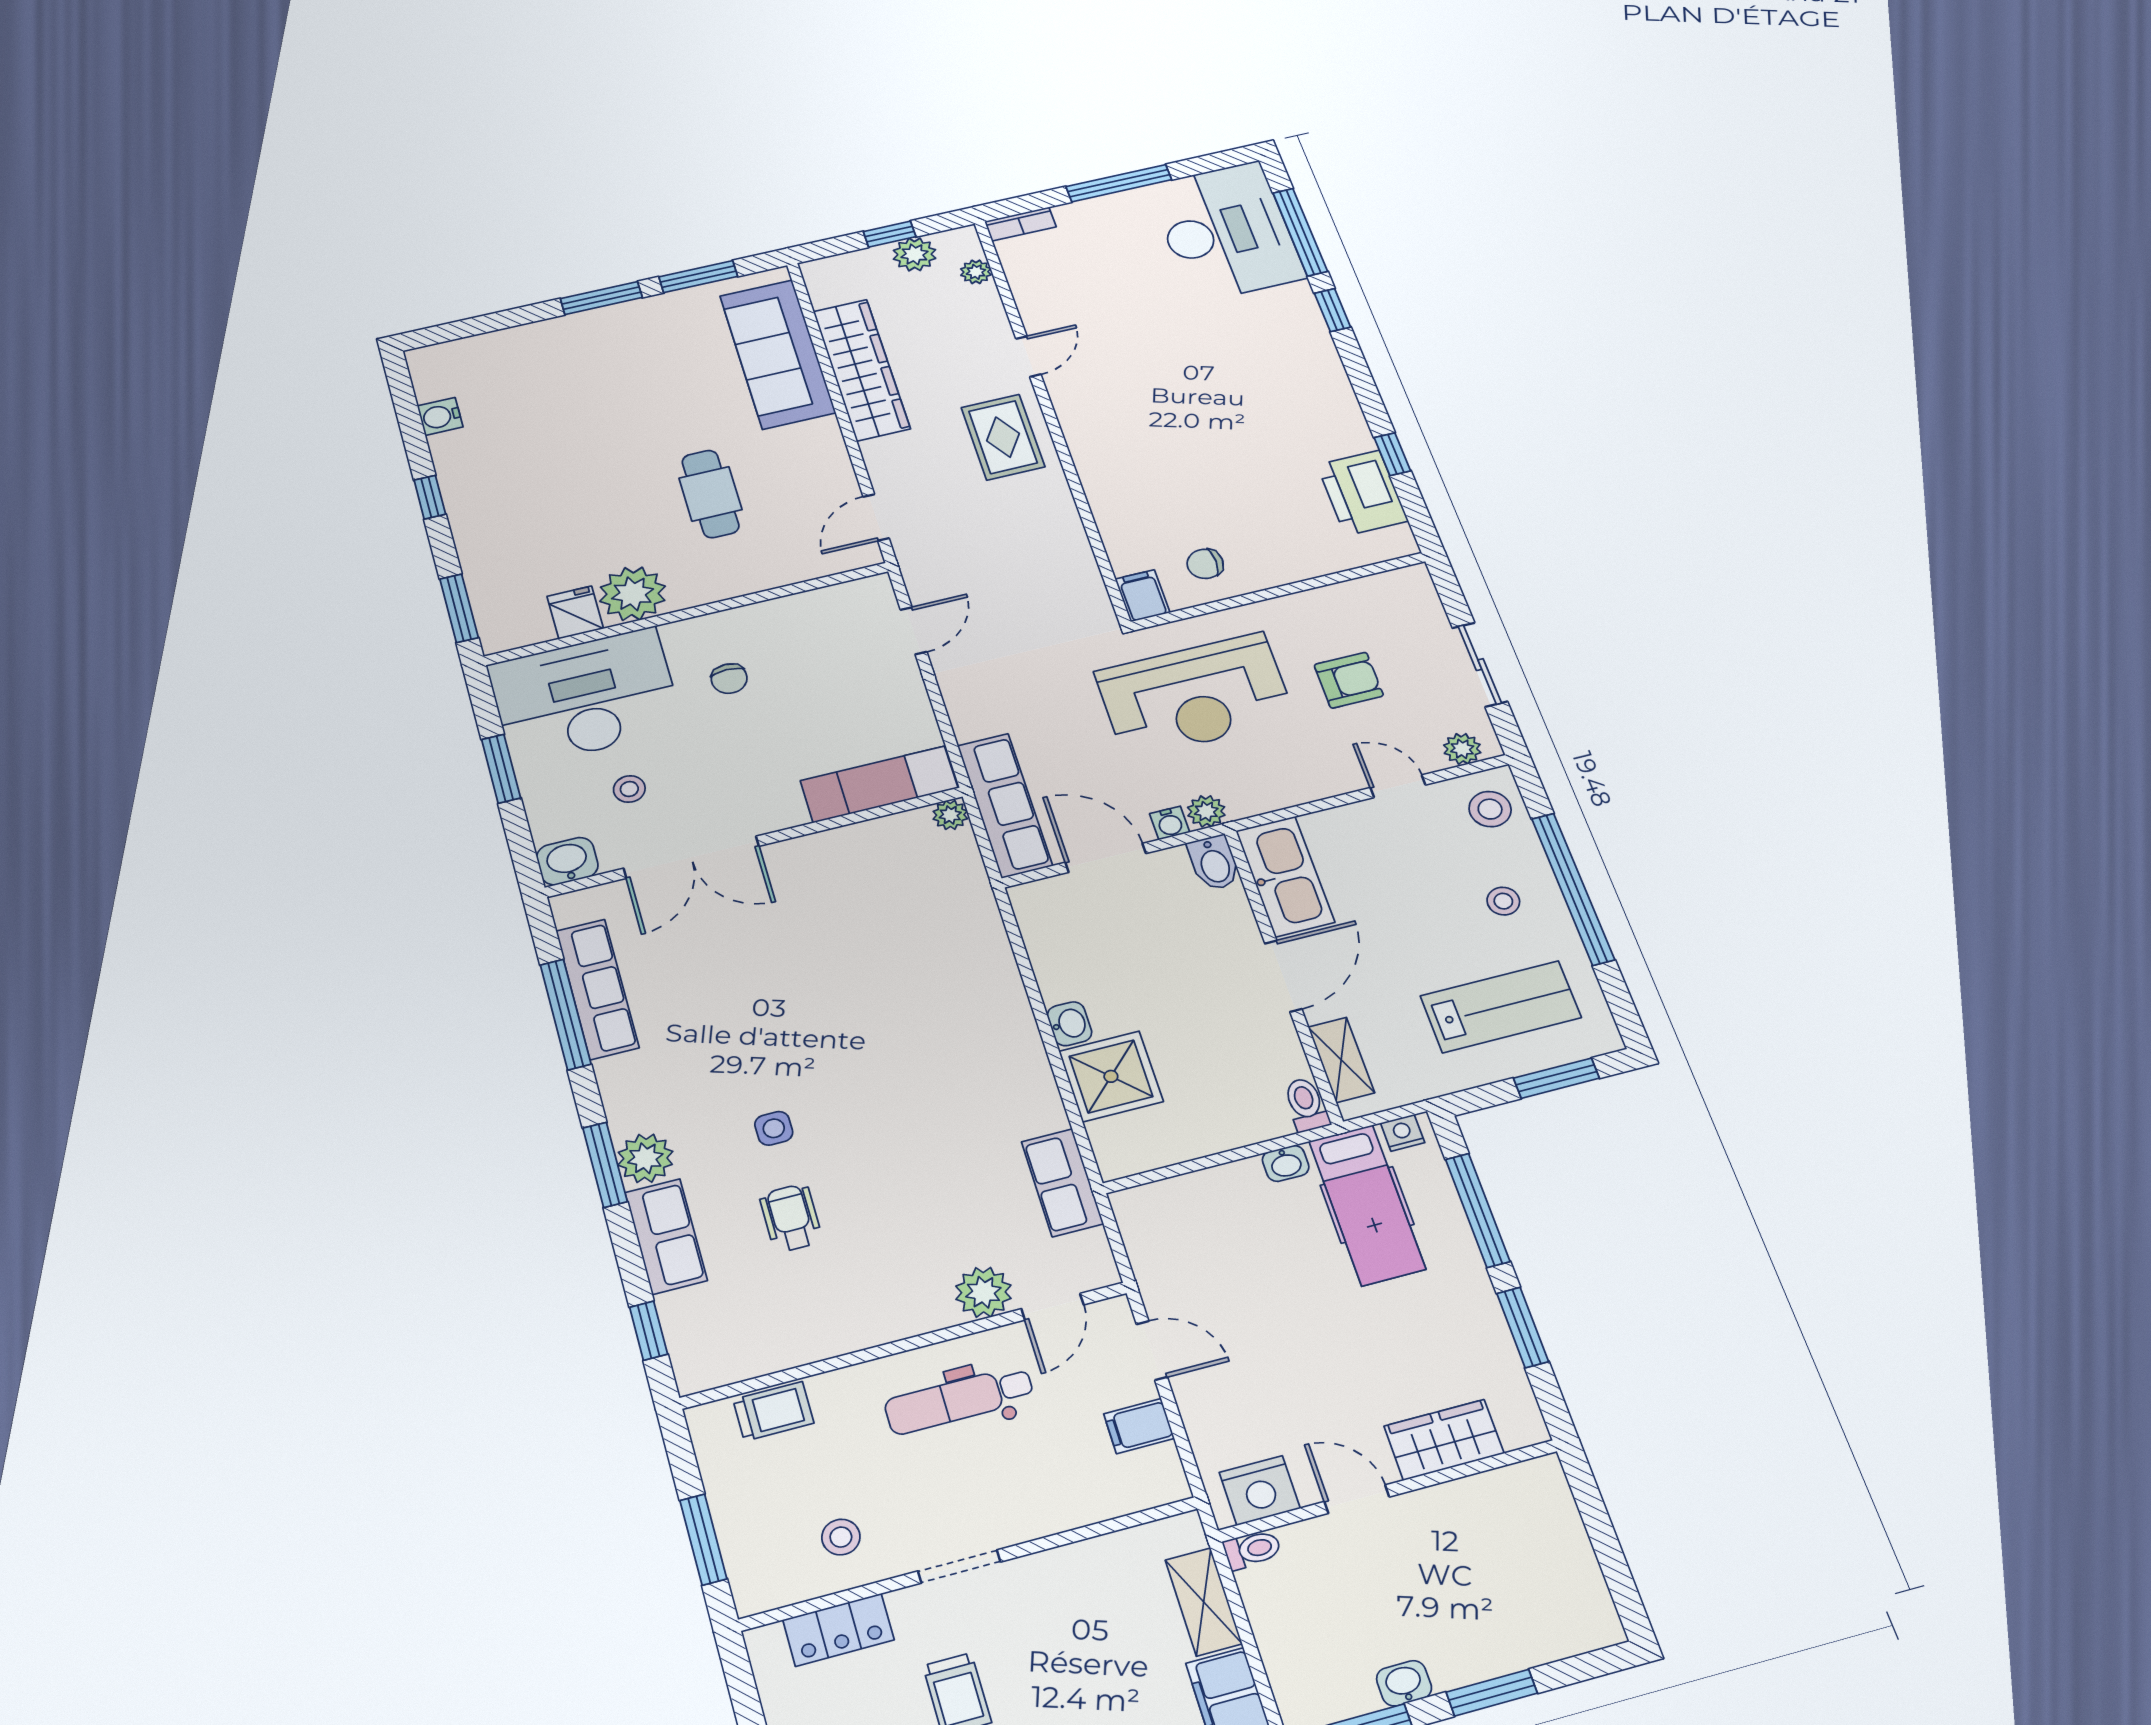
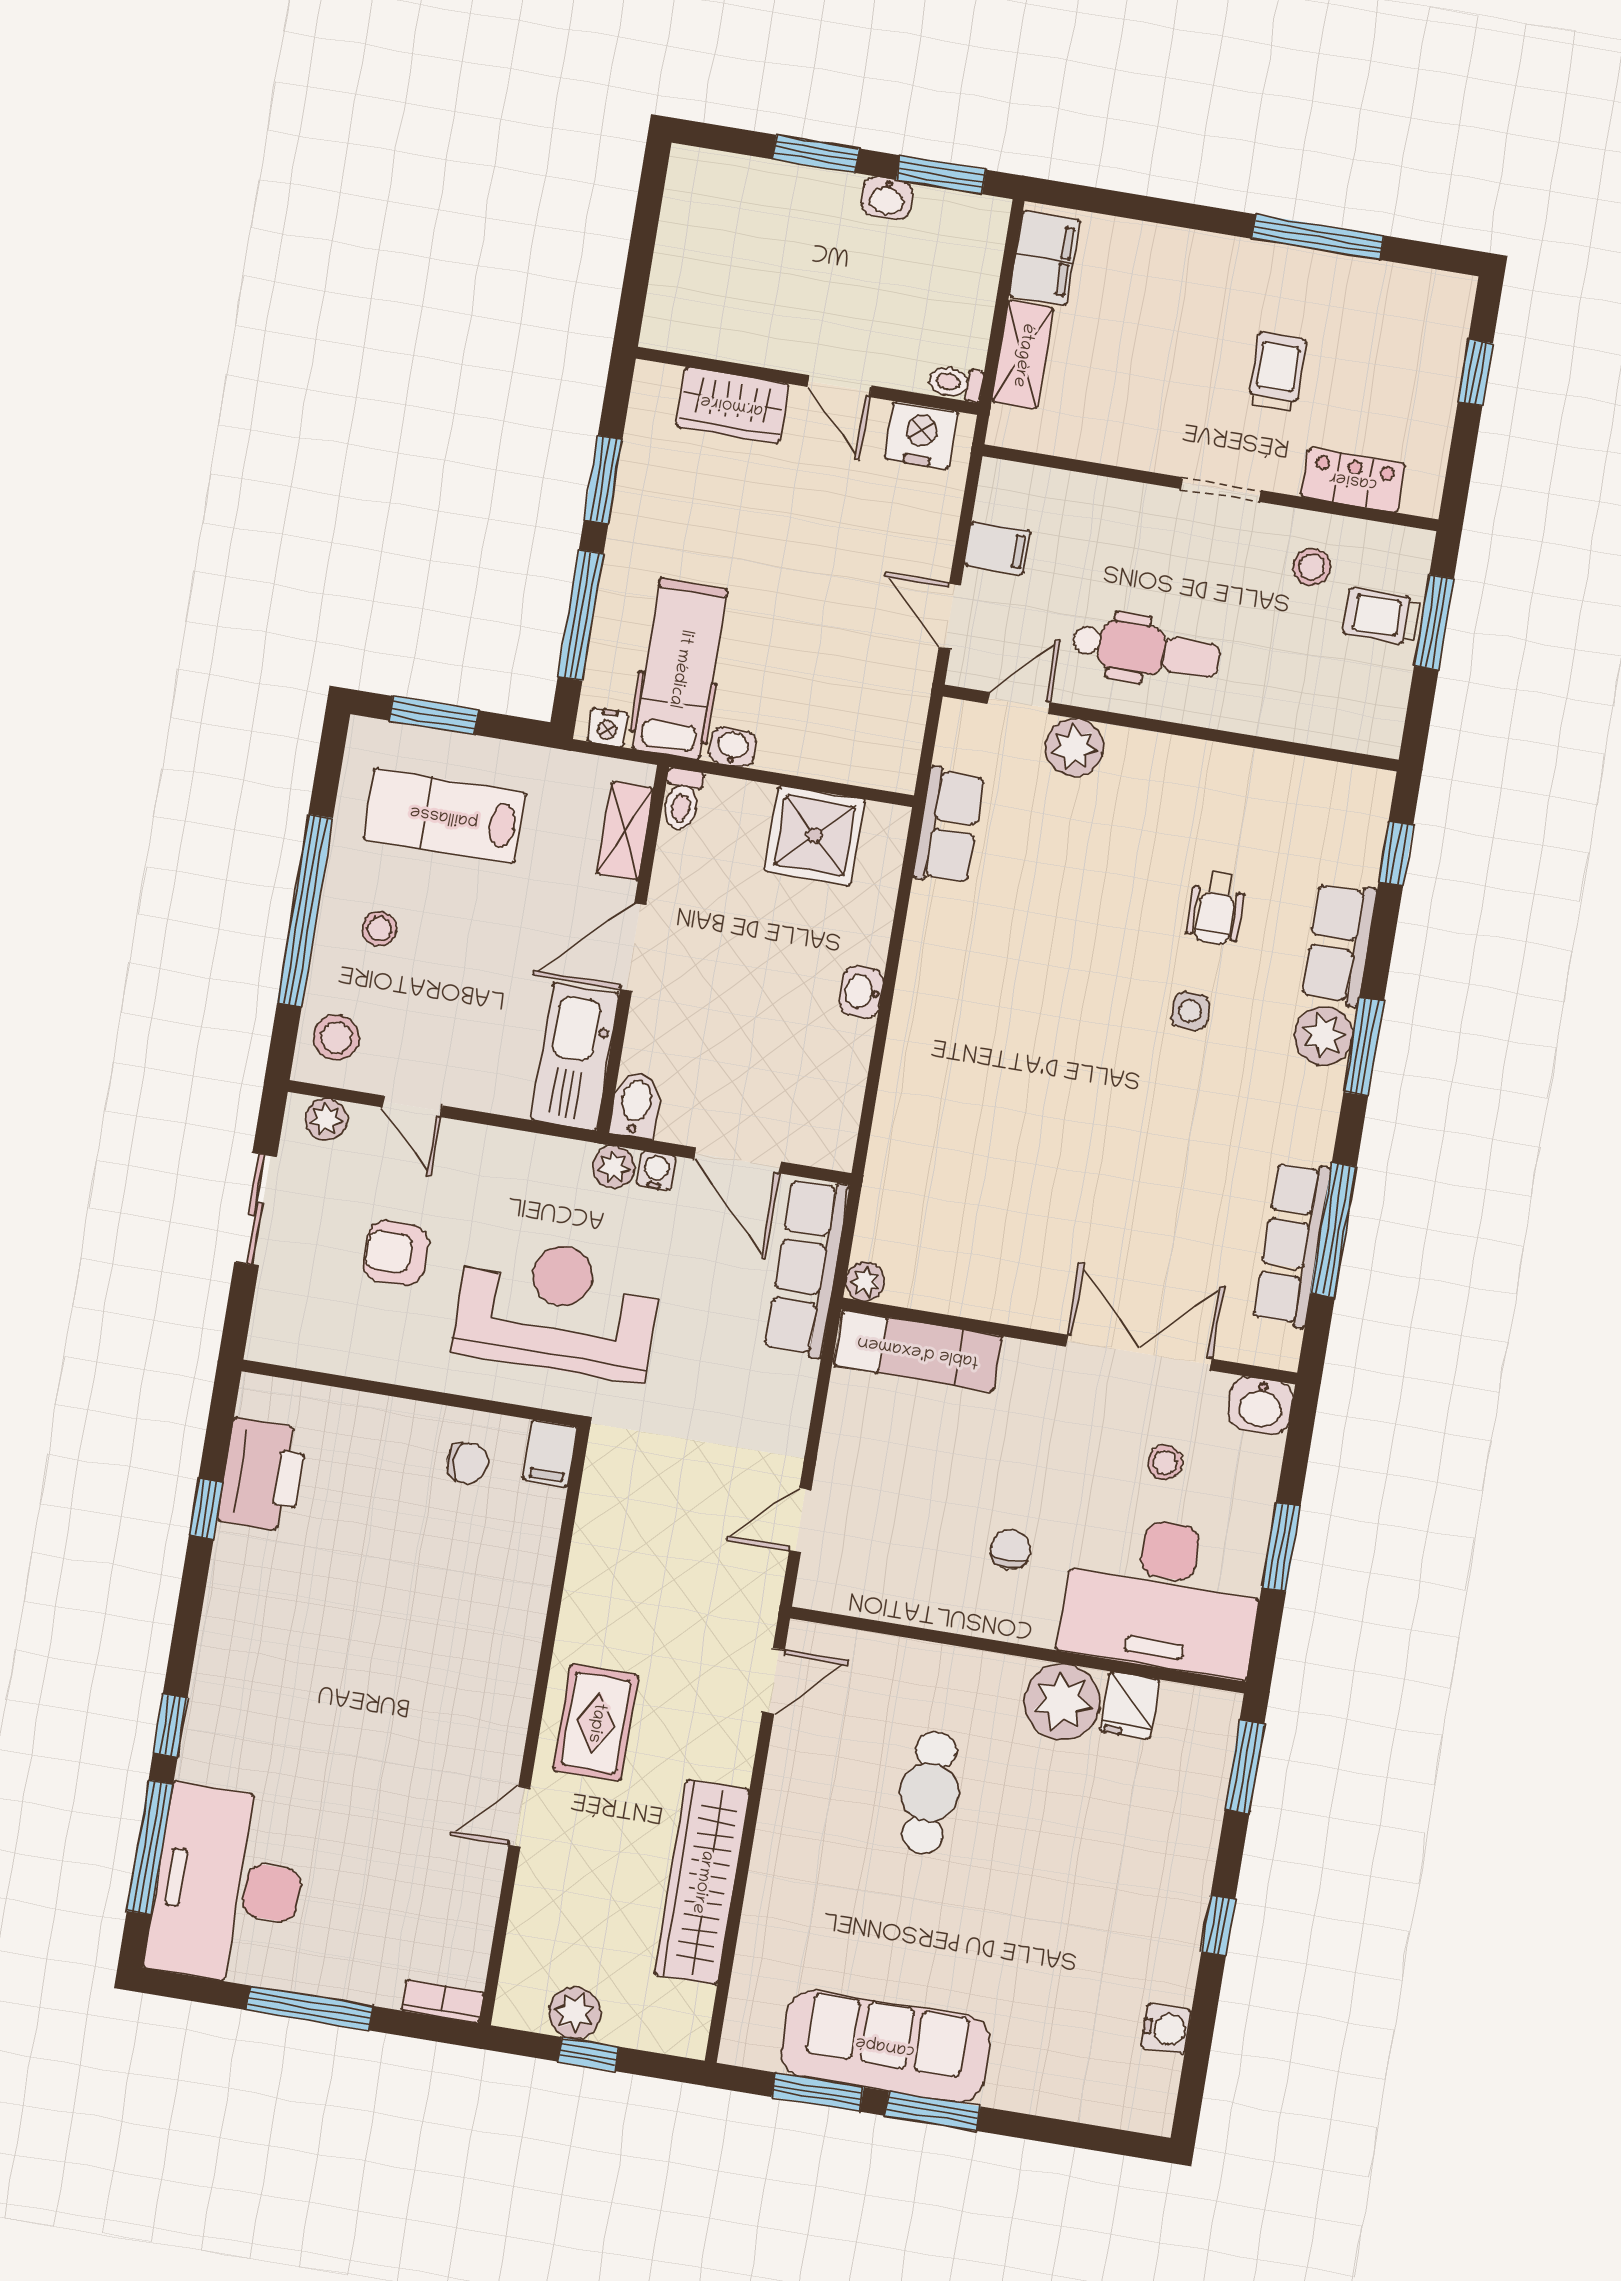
plant: (976, 272) -> (521, 1958), removed
sofa: (777, 354) -> (885, 2046), moved, turned -90
shower: (1111, 1076) -> (815, 836), moved
trolley: (773, 1411) -> (1382, 616), moved

